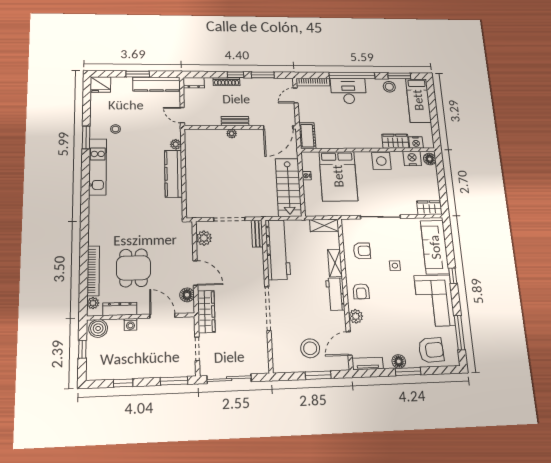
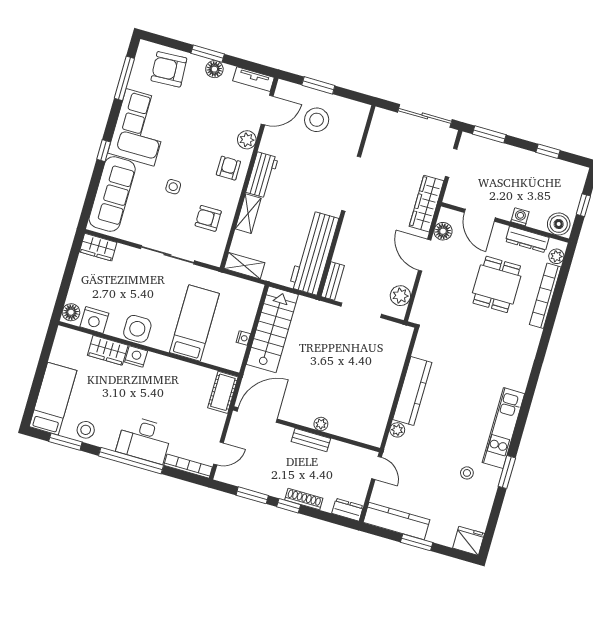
nightstand: (416, 142) -> (136, 357), moved
bed: (338, 176) -> (194, 323), width x0.67

